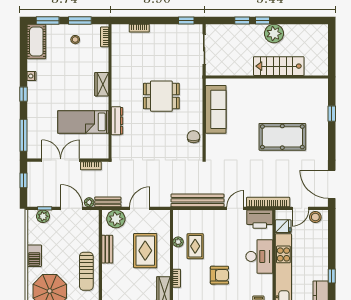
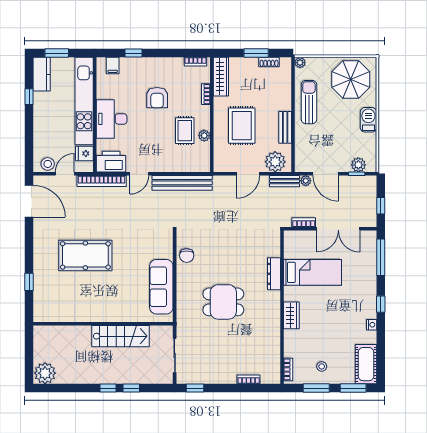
plant: (274, 34) -> (45, 373), moved
stairs: (279, 66) -> (121, 336), moved
armchair: (219, 275) -> (157, 98), turned -90

